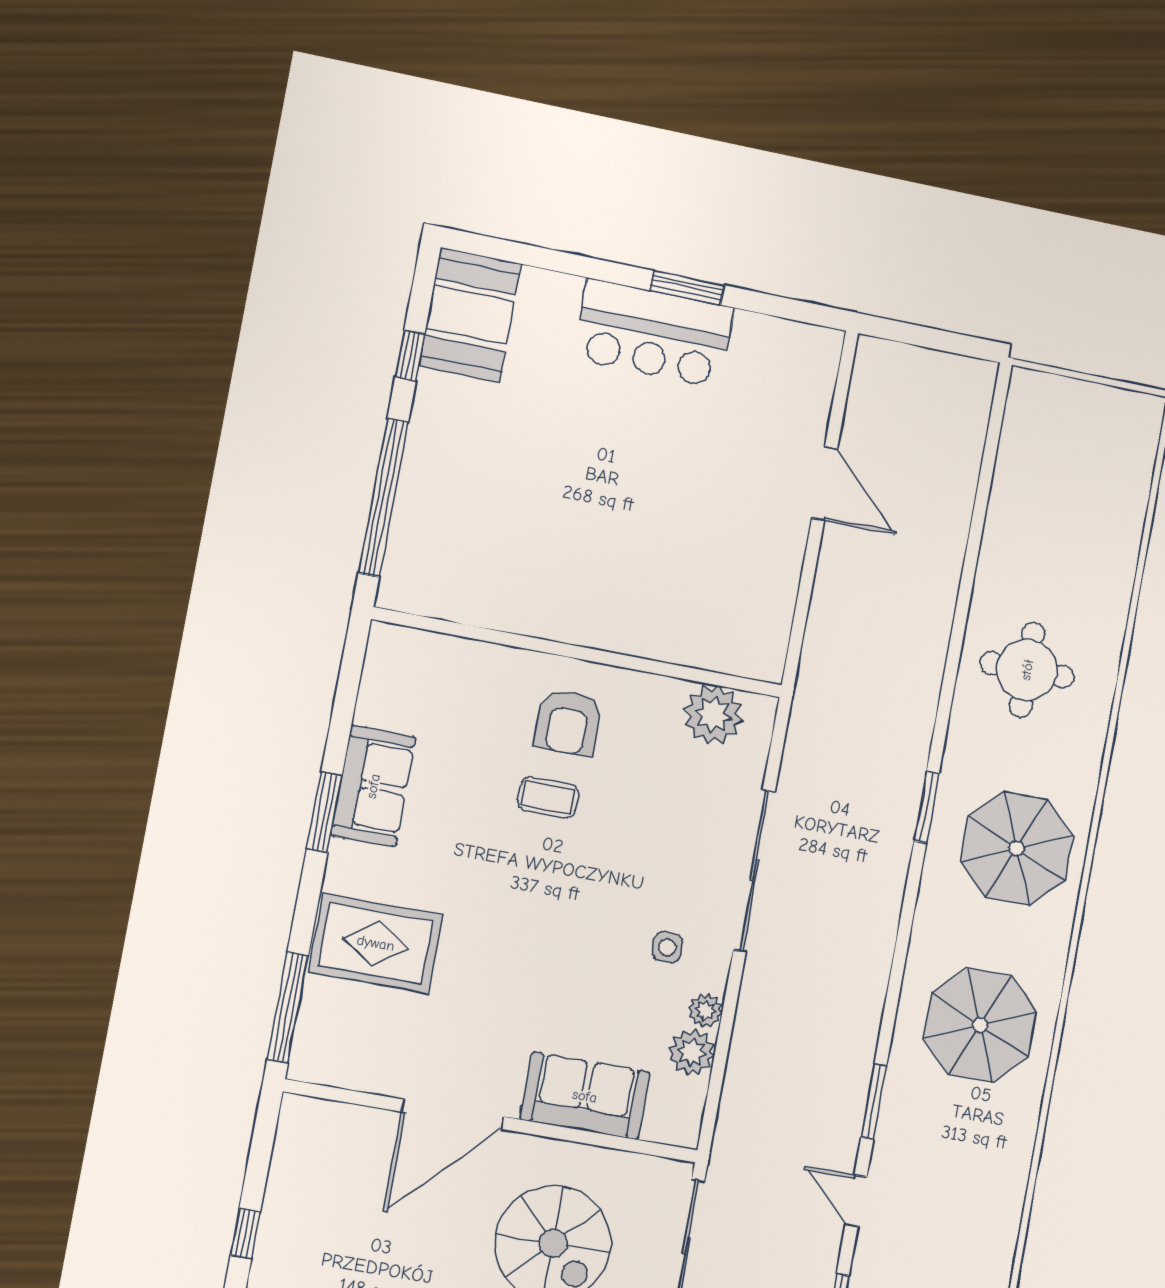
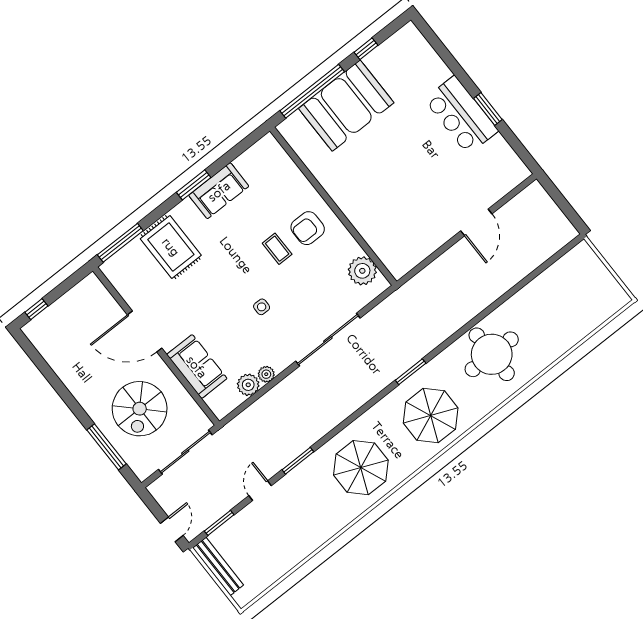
booth: (470, 315) -> (346, 106), moved, width x1.36, depth x1.42
round table: (1027, 670) -> (492, 354), width x1.36, depth x1.36
side table: (667, 947) -> (262, 307), moved

